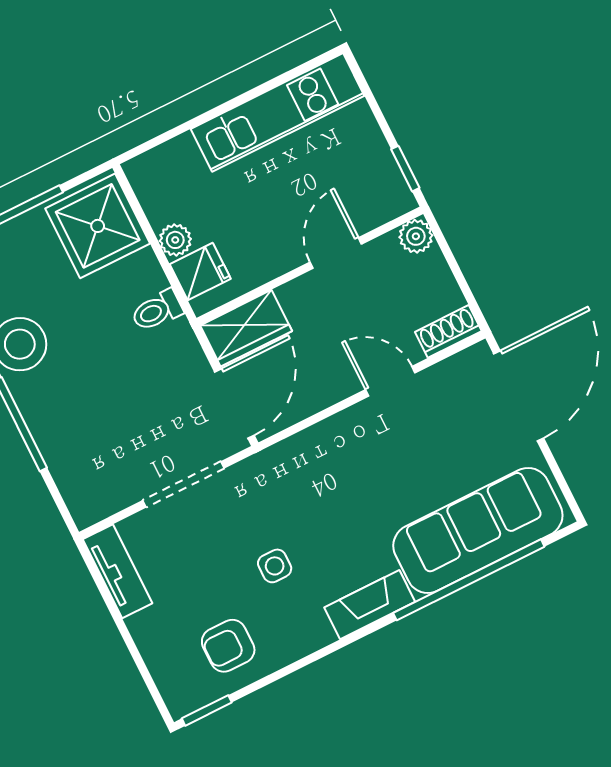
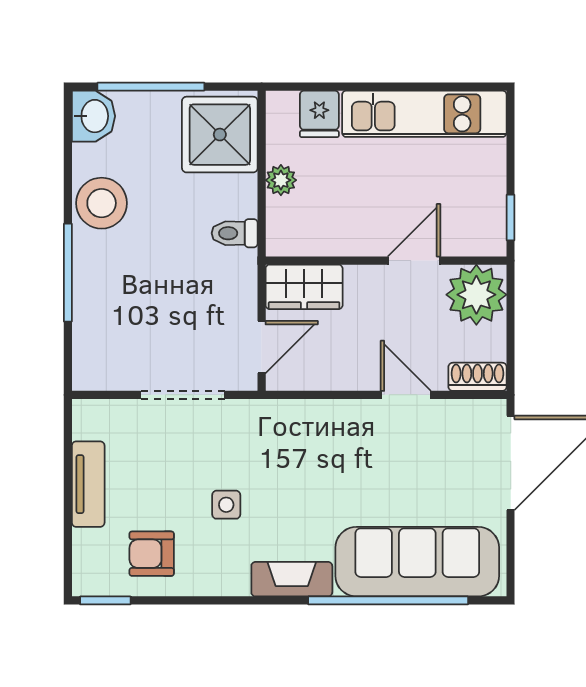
plant: (416, 236) -> (476, 295), width x1.87, depth x1.87
fridge: (200, 272) -> (319, 114), moved, turned 90
door: (234, 404) -> (262, 347), width x0.73
tv unit: (118, 571) -> (88, 484), moved

